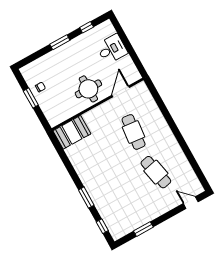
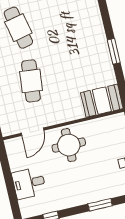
window: (60, 42) -> (100, 205), moved
window: (86, 198) -> (114, 51), moved

